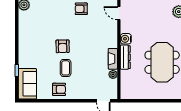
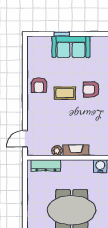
dresser: (125, 57) -> (46, 165), moved
sofa: (27, 84) -> (71, 47), moved

